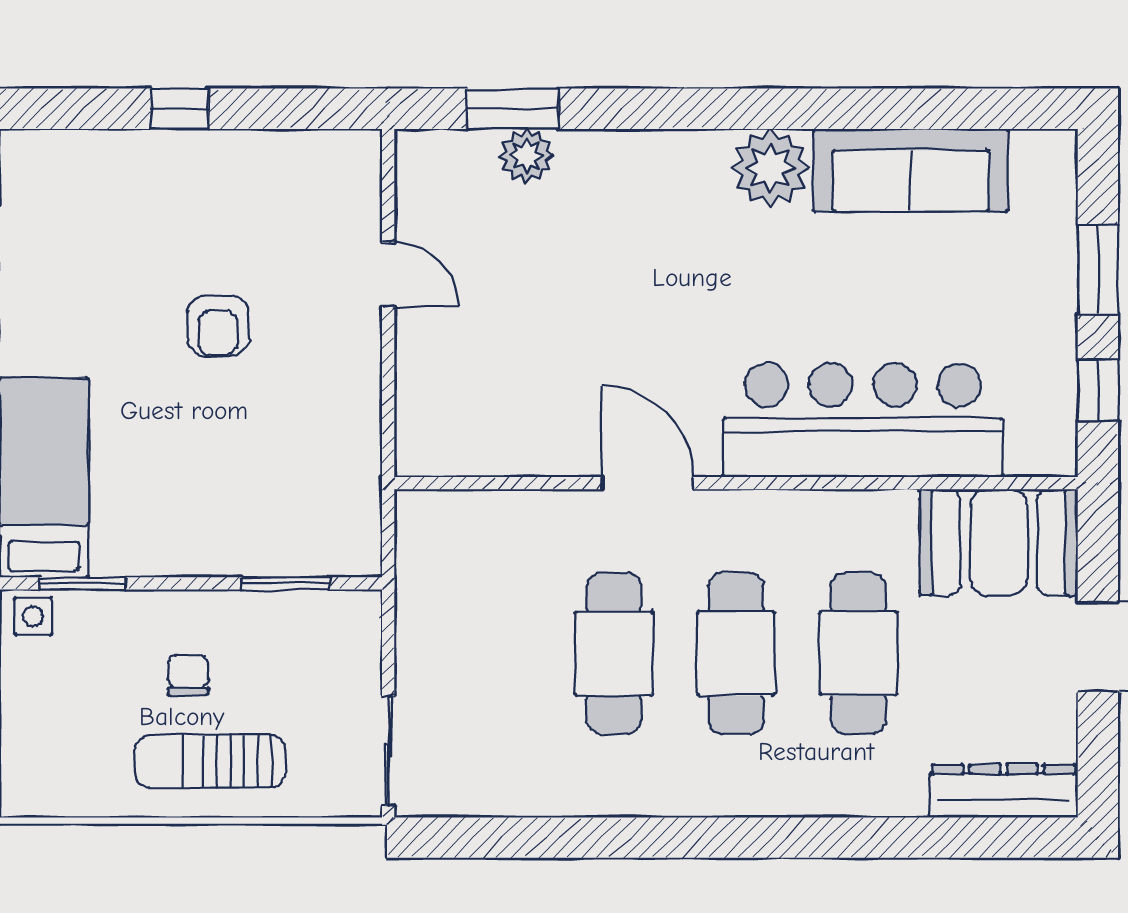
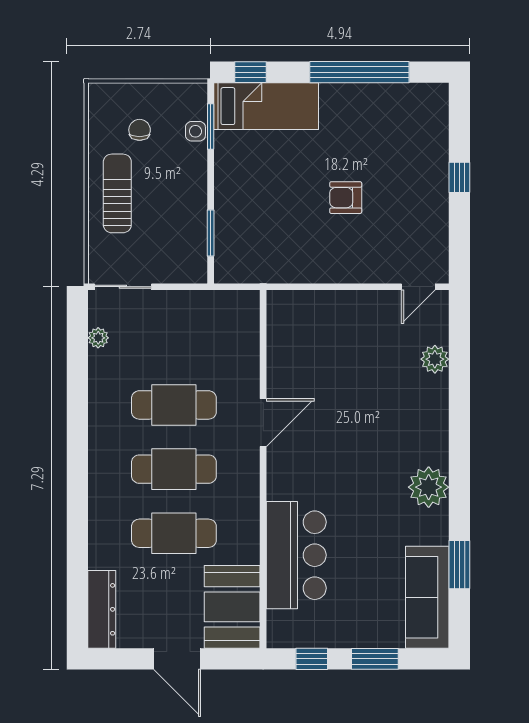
window: (512, 109) -> (459, 565), moved
sofa: (911, 170) -> (427, 597), moved
door: (388, 275) -> (418, 287), moved
bar counter: (863, 420) -> (296, 555), width x0.73
side table: (33, 616) -> (195, 131), moved
chair: (188, 675) -> (140, 130), moved, turned -90
plant: (486, 798) -> (98, 338), added

